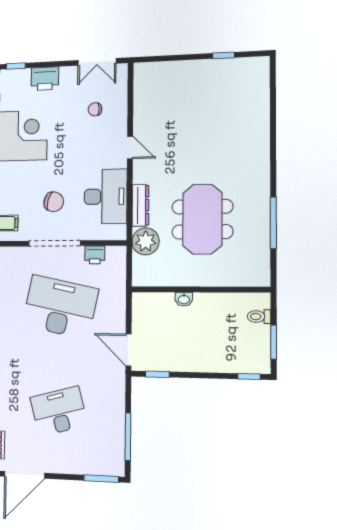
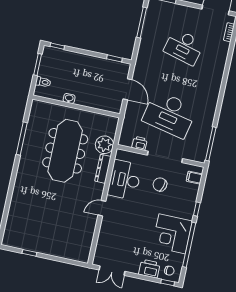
double door: (97, 62) -> (112, 271), swing flipped
chair: (95, 109) -> (169, 271), moved
door: (130, 147) -> (102, 208), hinge flipped
meeting table: (202, 219) -> (65, 151), width x1.36
washbasin: (184, 299) -> (69, 98), moved
door: (129, 350) -> (127, 89), moved
desk: (59, 411) -> (184, 47), turned 30

